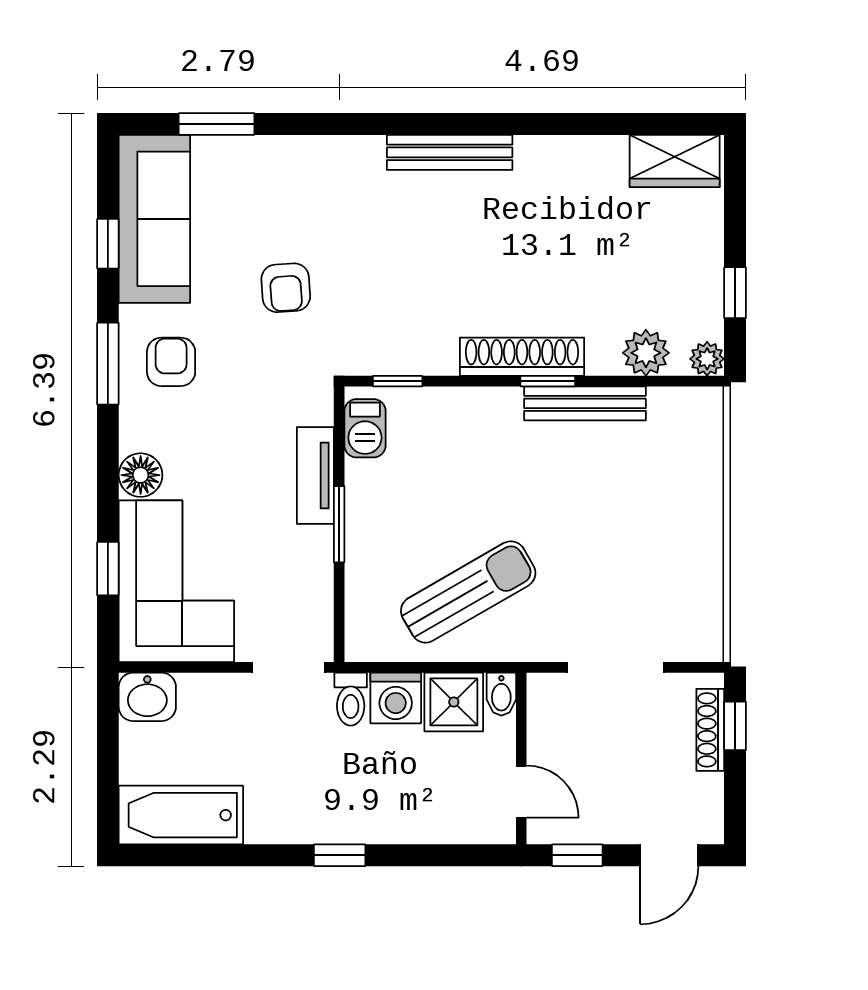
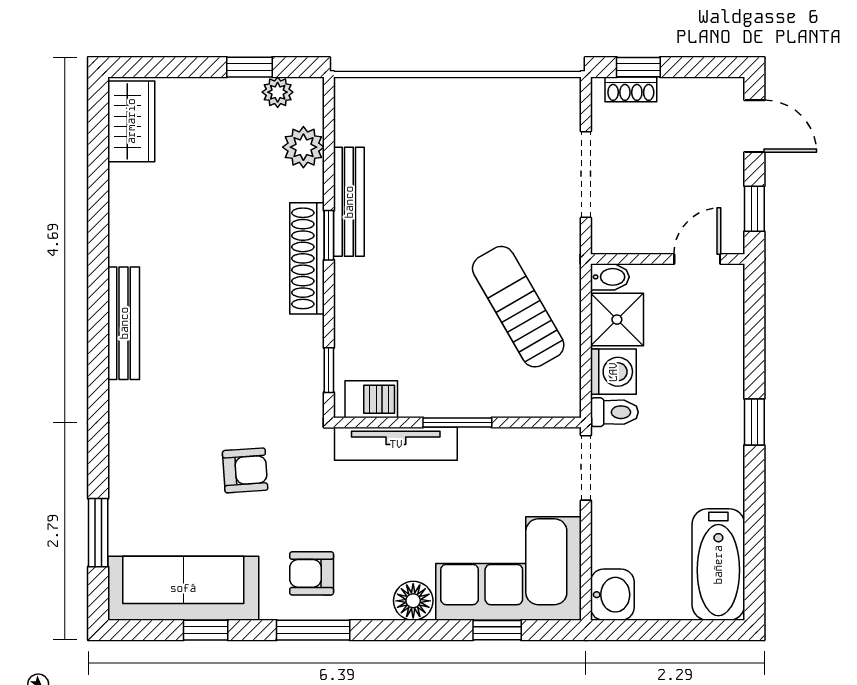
plant: (707, 359) -> (278, 92), moved
tv unit: (315, 476) -> (396, 444), width x1.41
shoe rack: (710, 730) -> (631, 89), width x0.70

